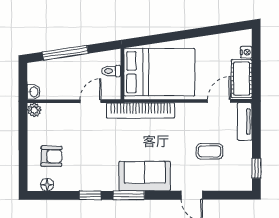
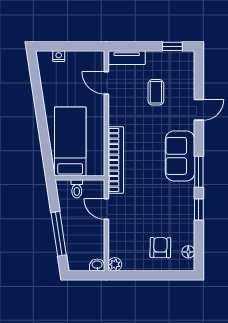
bed: (159, 72) -> (70, 141), width x0.67
cot: (242, 79) -> (84, 61), removed

